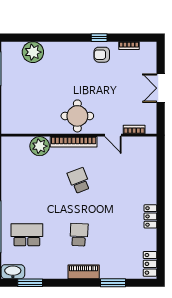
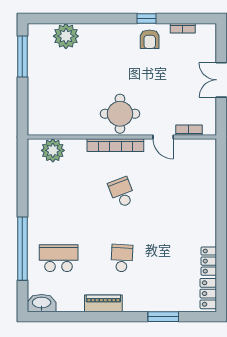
armchair: (102, 55) -> (150, 39), turned -90
plant: (40, 146) -> (53, 150), moved
locker: (150, 216) -> (209, 261), moved
piano: (84, 272) -> (103, 303), moved
window: (30, 283) -> (62, 317), removed

